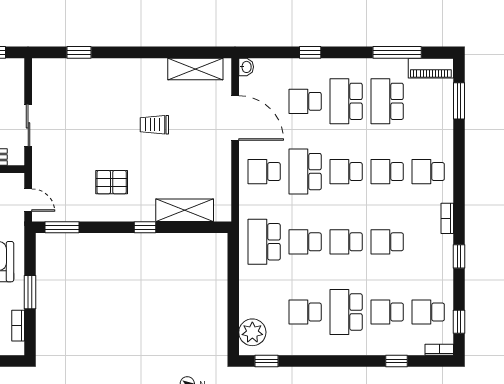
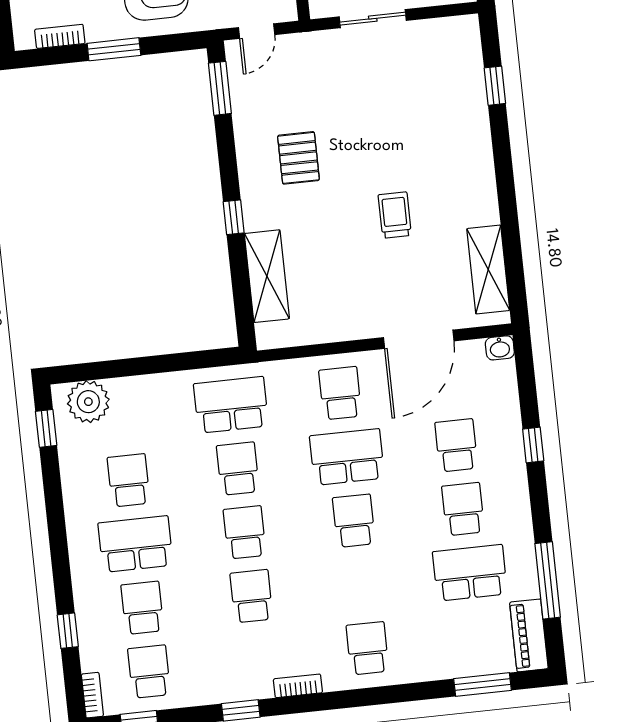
school desk: (346, 101) -> (463, 509), width x0.54
school desk: (387, 172) -> (361, 584), removed

